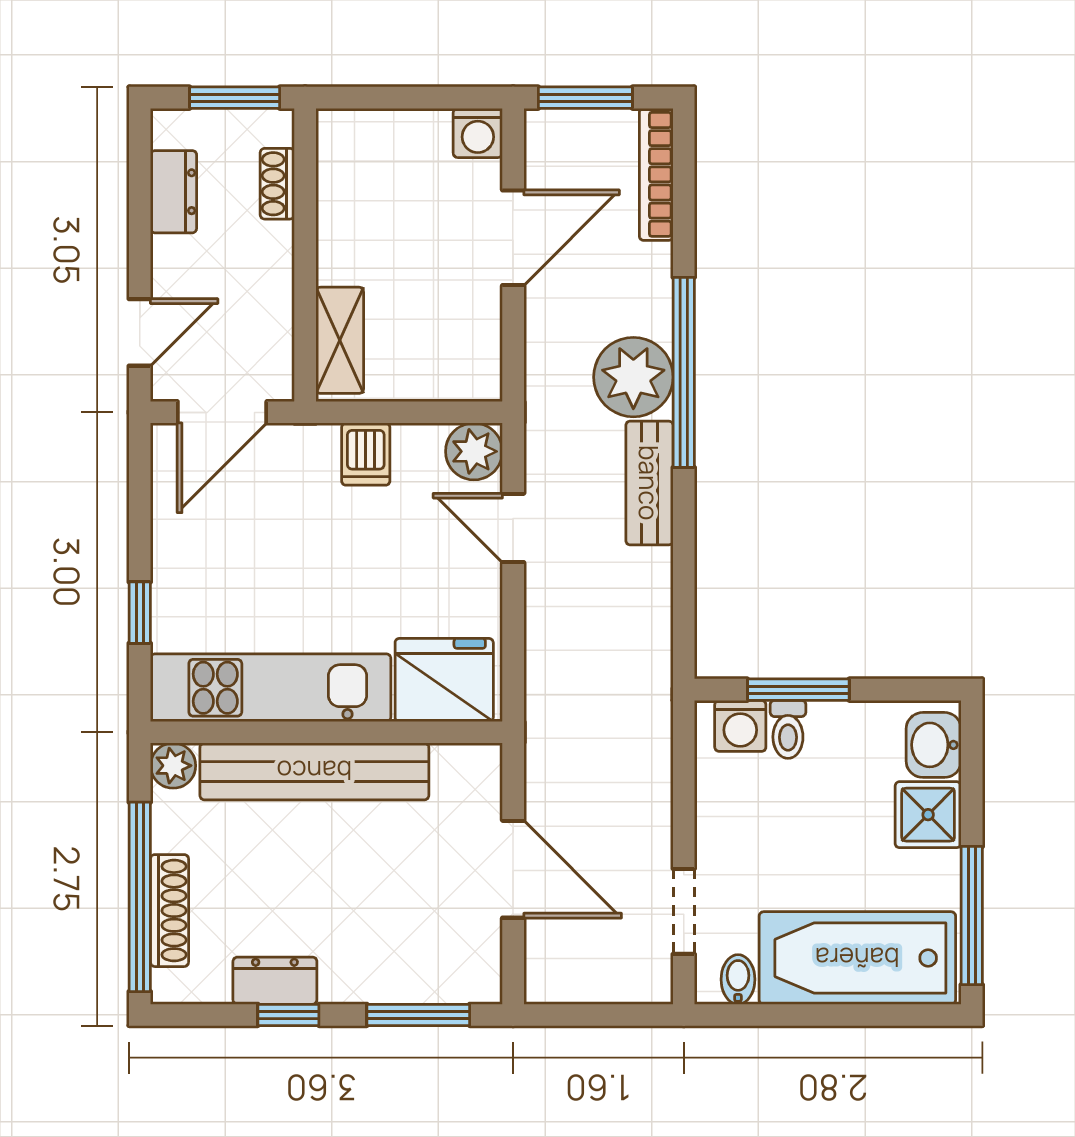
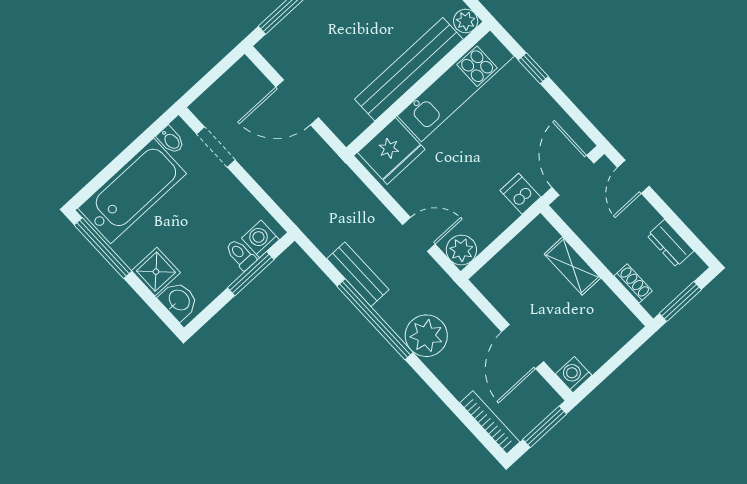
shelving: (340, 340) -> (572, 266), moved
window: (684, 372) -> (375, 319), moved
dishwasher: (366, 454) -> (520, 194), moved
bench: (649, 483) -> (358, 274), moved

